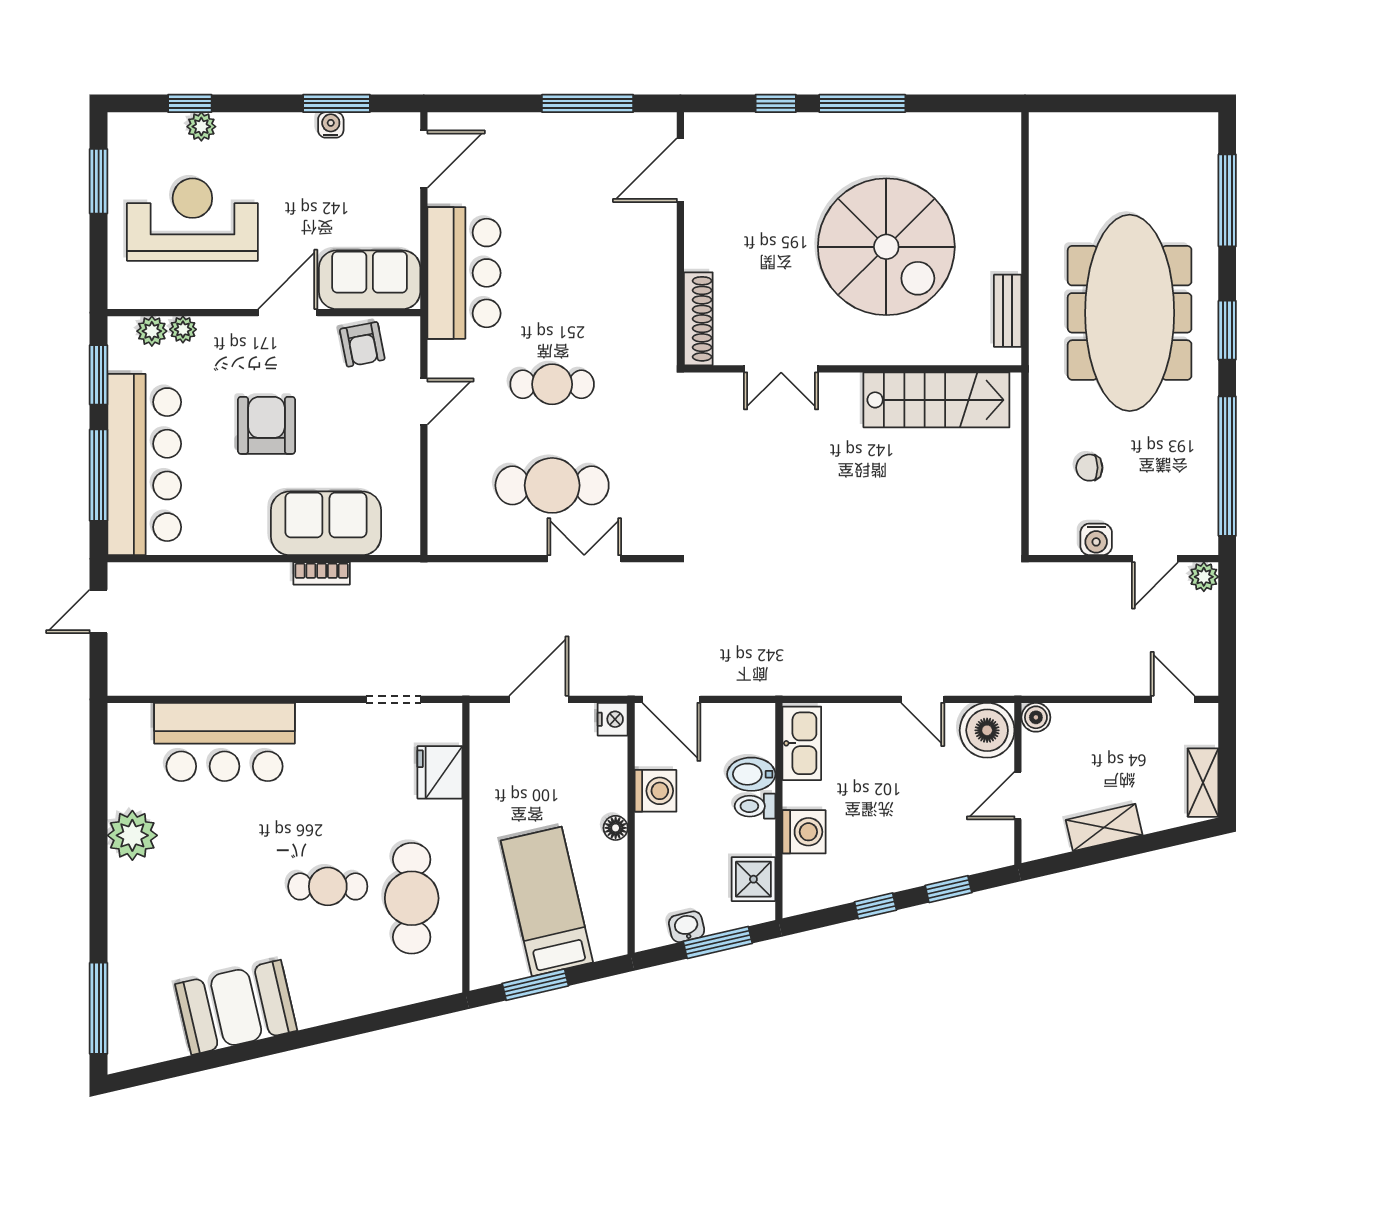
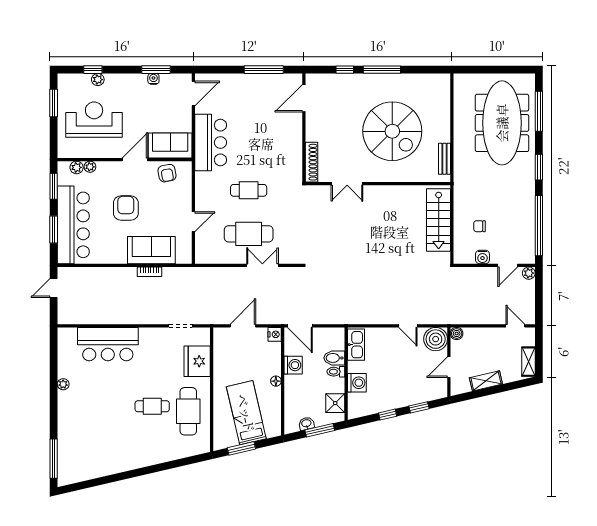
meeting table: (1130, 313) -> (502, 123), moved
stairs: (936, 400) -> (439, 220), moved, turned 90
door: (424, 402) -> (193, 222), moved
window: (99, 475) -> (54, 229), width x0.69
fridge: (440, 772) -> (197, 361), width x1.36, depth x1.34
plant: (132, 835) -> (63, 384), width x0.53, depth x0.53
booth: (236, 1007) -> (113, 458), removed

